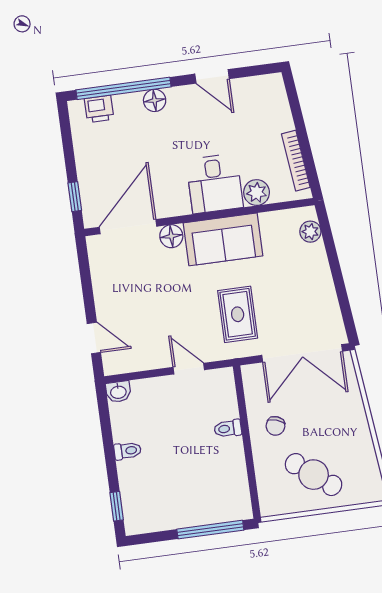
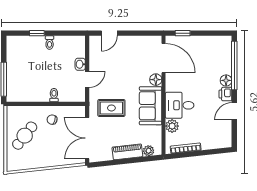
printer: (99, 109) -> (225, 94), moved
piano: (318, 272) -> (127, 152), added
washbasin: (118, 392) -> (80, 64), moved
window: (117, 506) -> (37, 33), moved

